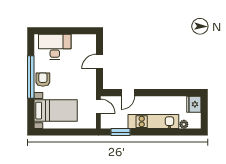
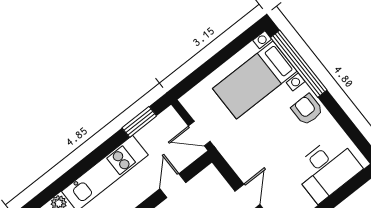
window: (31, 77) -> (299, 64), moved
armchair: (43, 80) -> (307, 110), turned 180

